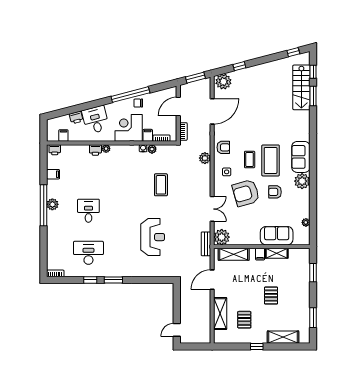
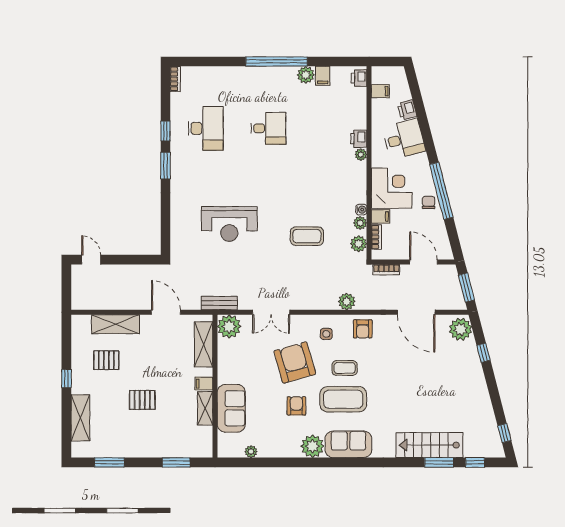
stairs: (301, 87) -> (429, 445), moved
plant: (166, 150) -> (359, 244), added
plant: (52, 204) -> (306, 75), moved

